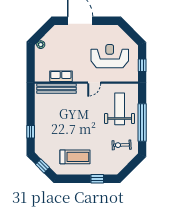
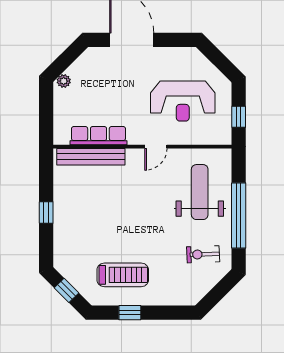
reception desk: (110, 56) -> (183, 101), turned 180
row of seats: (61, 76) -> (98, 136), width x1.48
window: (31, 132) -> (46, 213), moved
window: (97, 179) -> (130, 313), moved

